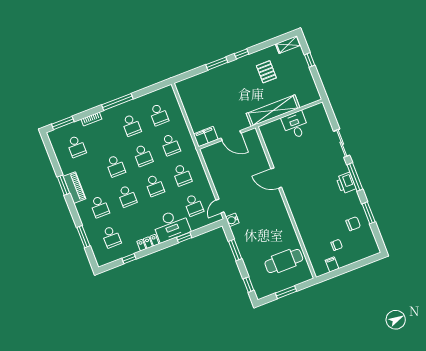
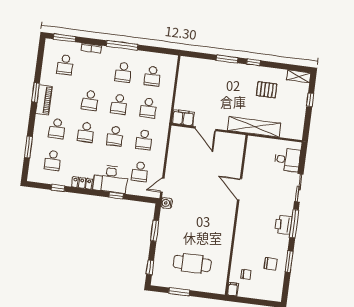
pallet: (266, 72) -> (267, 90), turned 90
desk: (295, 125) -> (287, 160), moved, turned 90
door: (276, 178) -> (240, 189), moved
wall: (286, 202) -> (236, 215), moved

